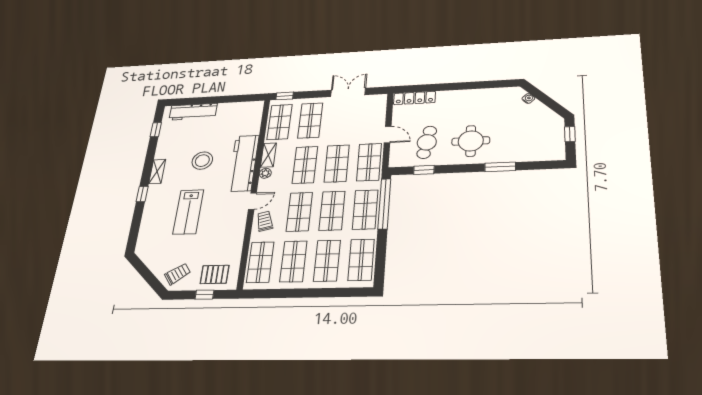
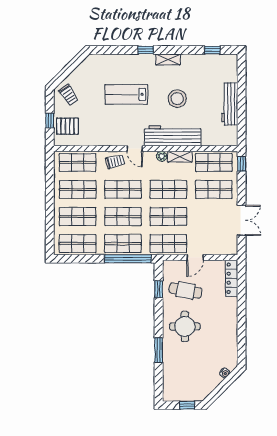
workbench: (193, 112) -> (230, 104), moved
pallet: (215, 274) -> (67, 126), turned 90

